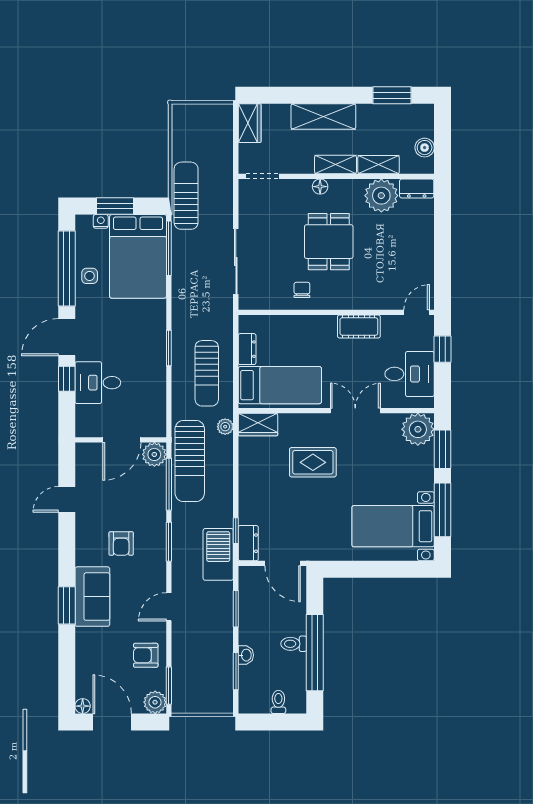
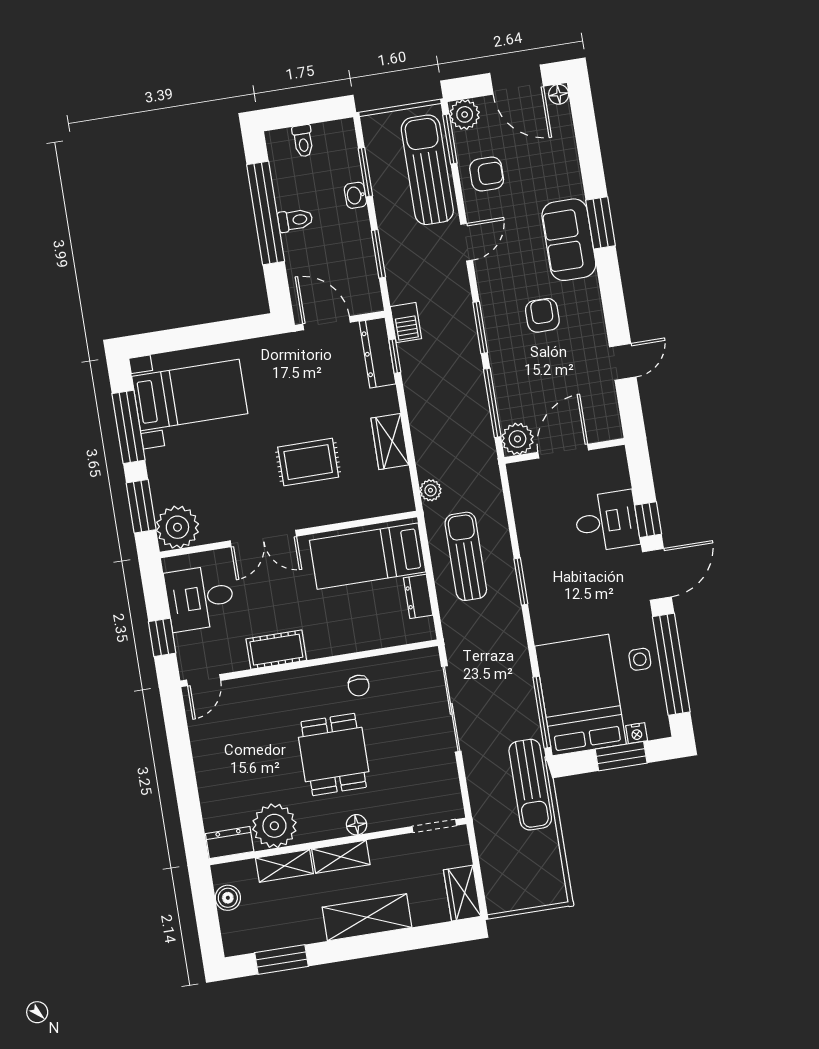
wardrobe: (258, 425) -> (390, 442), moved, turned -90
sun lounger: (190, 461) -> (427, 170), moved
dresser: (248, 543) -> (377, 353), width x1.44
barbecue: (218, 554) -> (406, 323), width x0.53, depth x0.65

